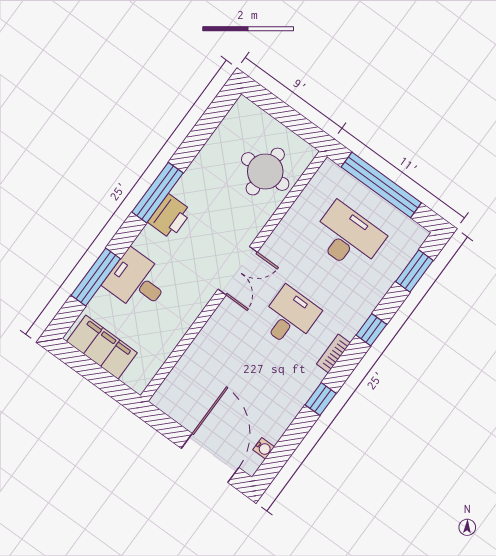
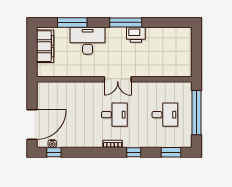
round table: (265, 172) -> (167, 61), removed
printer: (170, 216) -> (136, 35), moved
desk: (348, 237) -> (165, 115), width x0.73
desk: (137, 281) -> (88, 41), width x1.37
window: (321, 399) -> (54, 152), moved

